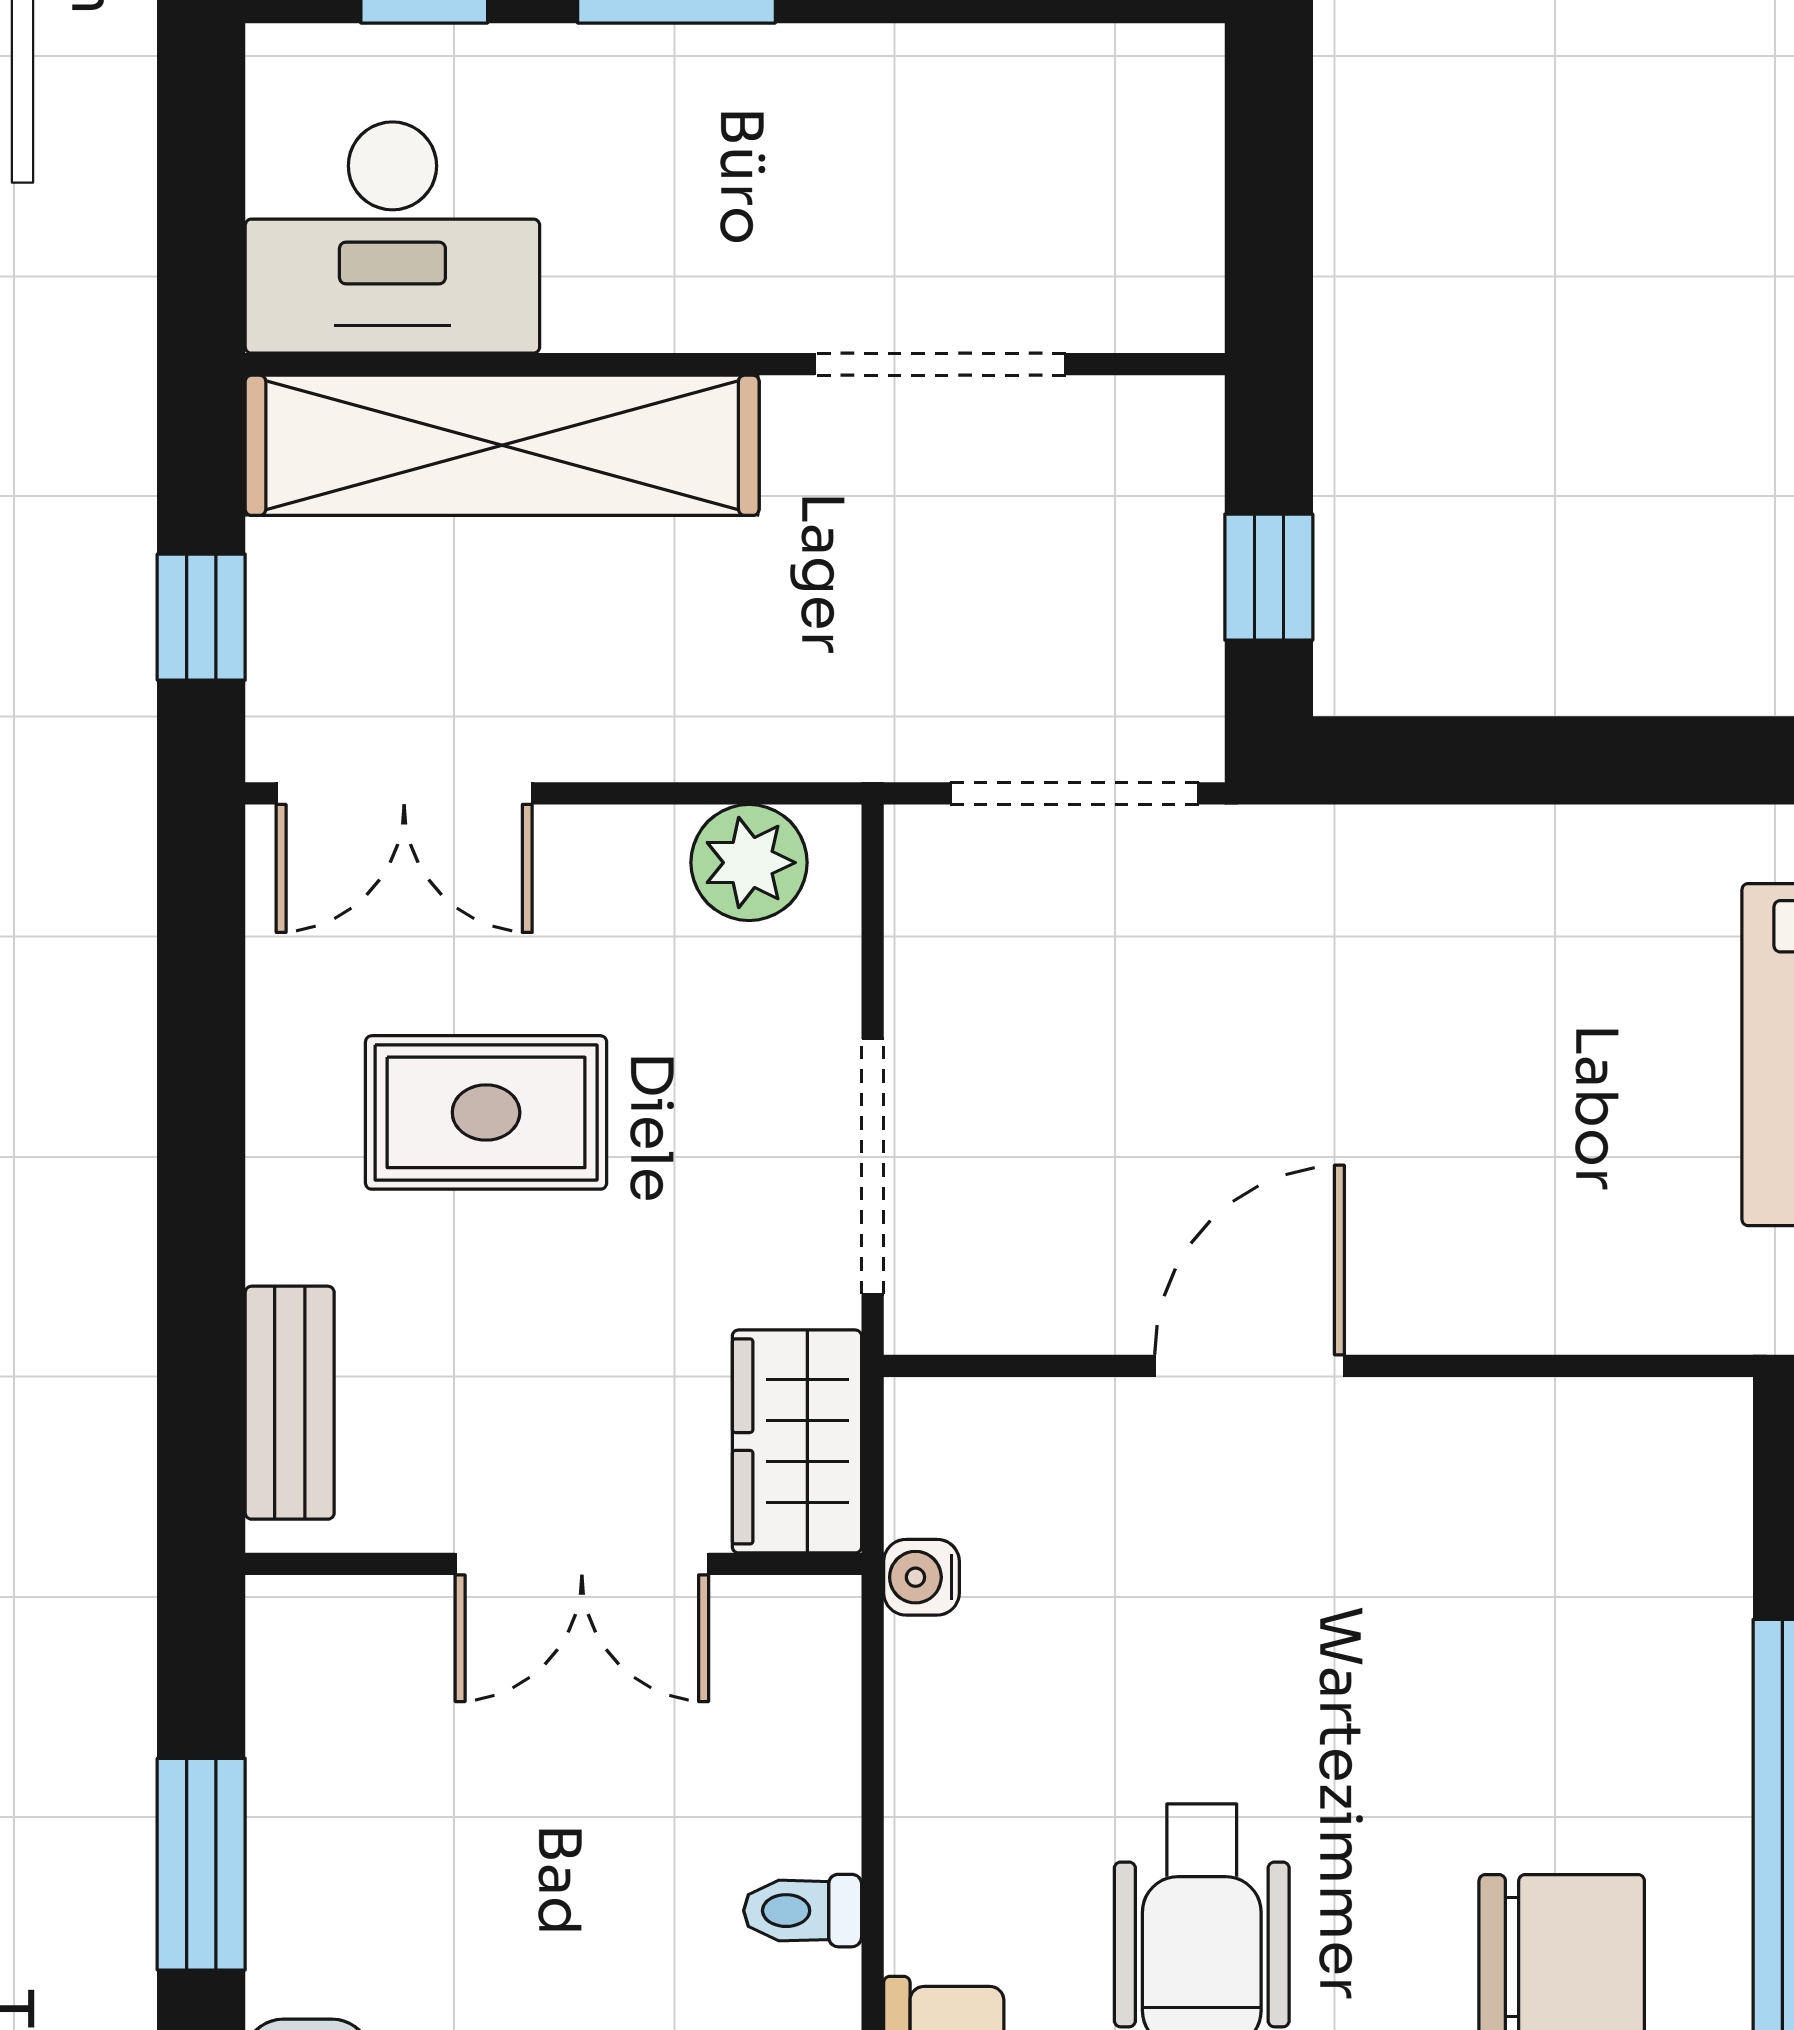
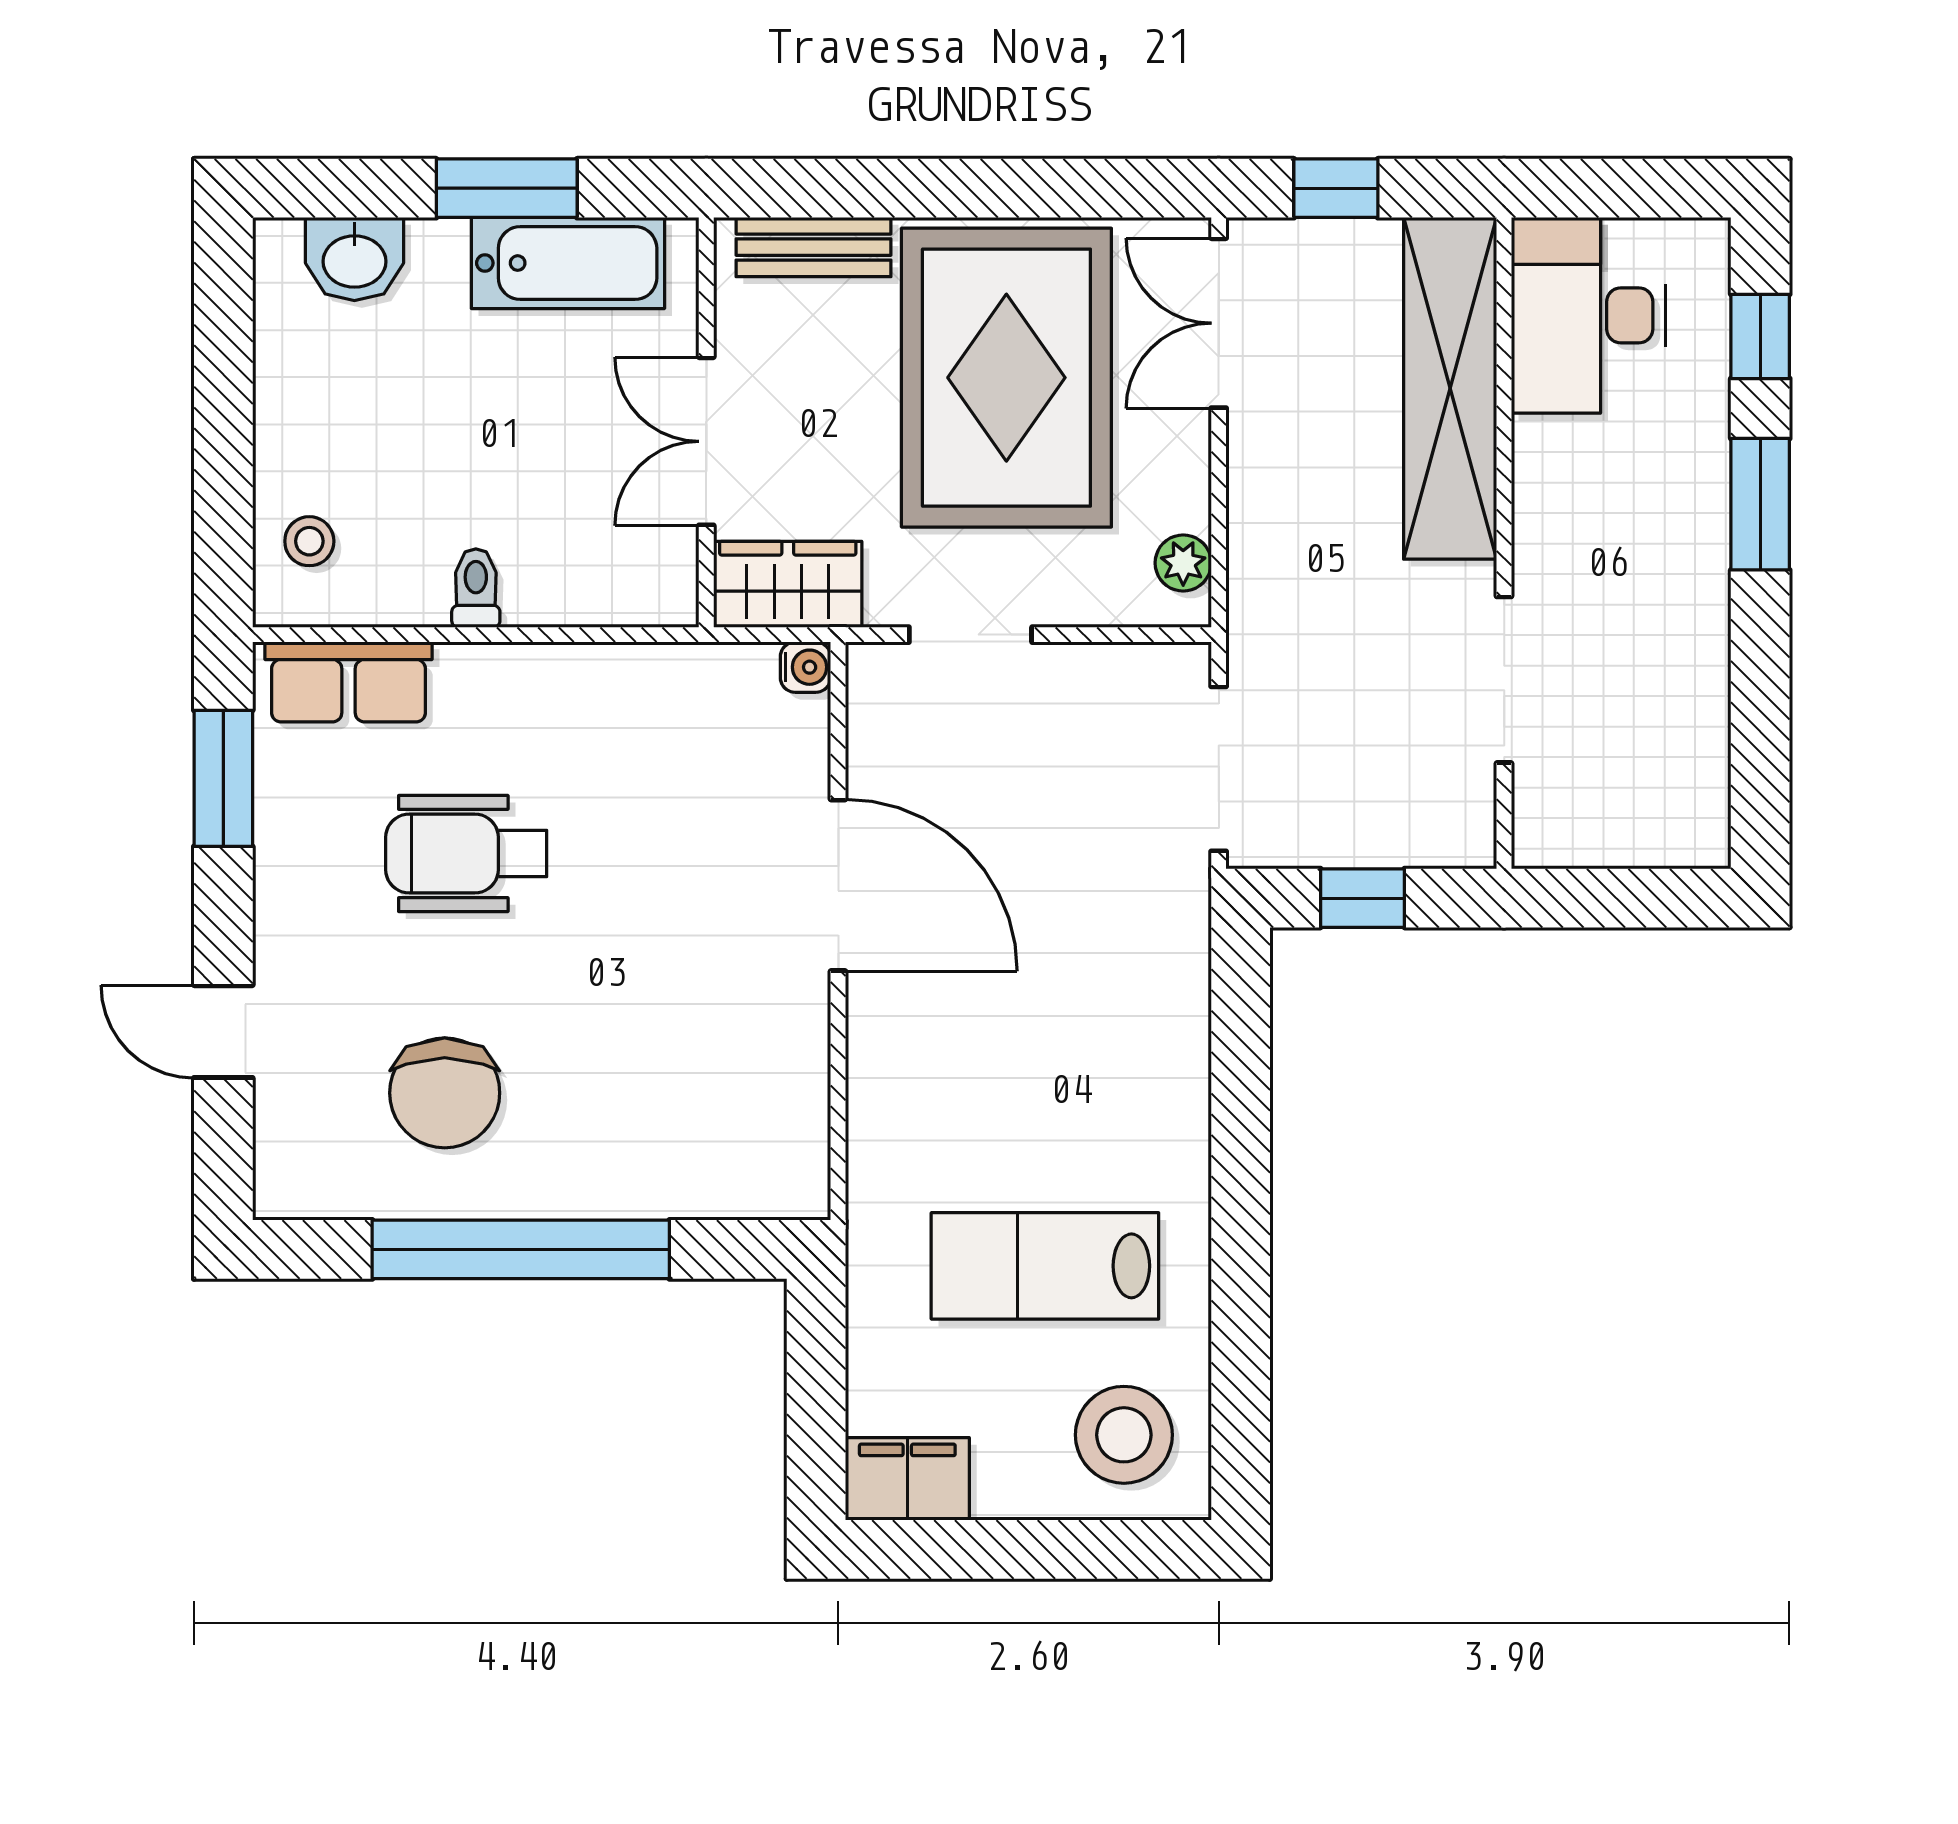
plant: (749, 863) -> (1183, 563), width x0.73, depth x0.73
rug: (486, 1112) -> (1006, 378), width x1.86, depth x2.06
doorway: (873, 1167) -> (970, 635), width x0.73
door: (1250, 1366) -> (838, 885), width x1.36
water cooler: (922, 1577) -> (805, 667), moved, turned 90
bathtub: (314, 1772) -> (568, 263), added

